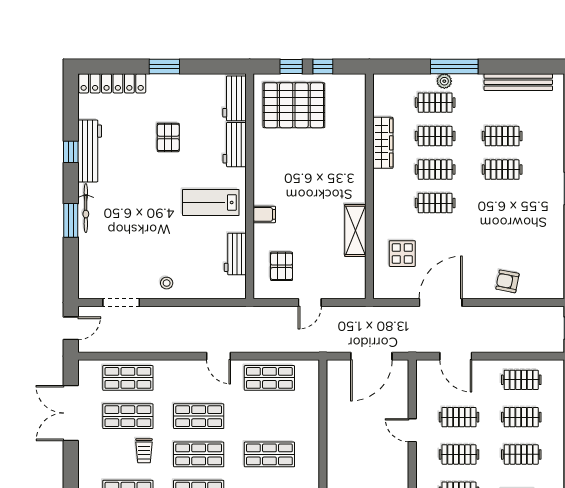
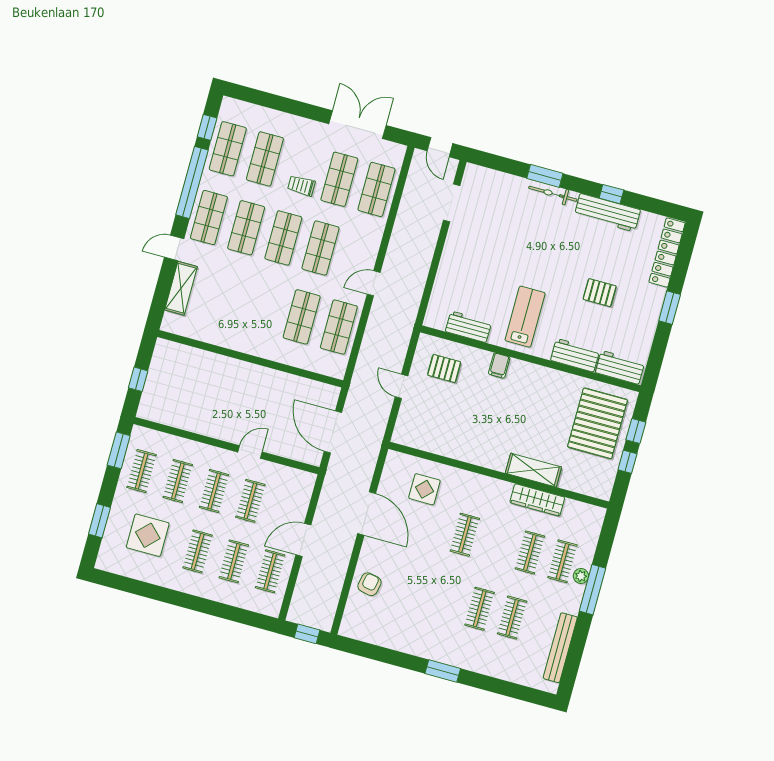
clothes rail: (435, 170) -> (497, 544), removed
shelving: (355, 230) -> (533, 470), moved
stool: (167, 283) -> (458, 252), removed
door: (456, 356) -> (303, 540), moved
shop shelf: (269, 454) -> (302, 317), moved

